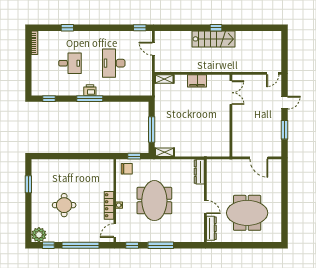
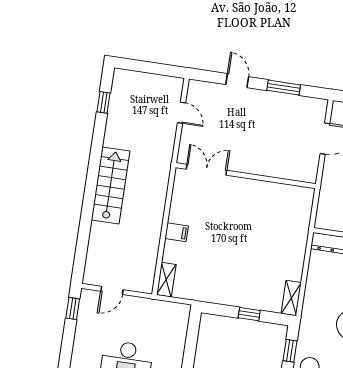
window: (216, 28) -> (104, 102), moved
door: (273, 73) -> (181, 113), moved
filing cabinet: (197, 81) -> (177, 232), width x0.50
window: (152, 129) -> (249, 314), width x0.46

